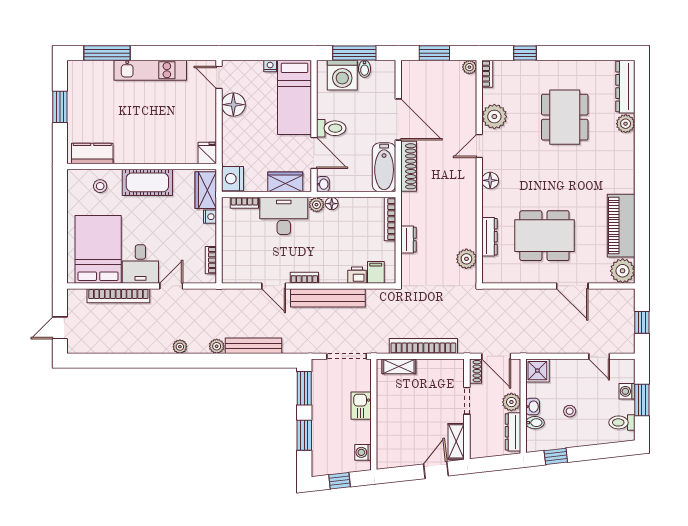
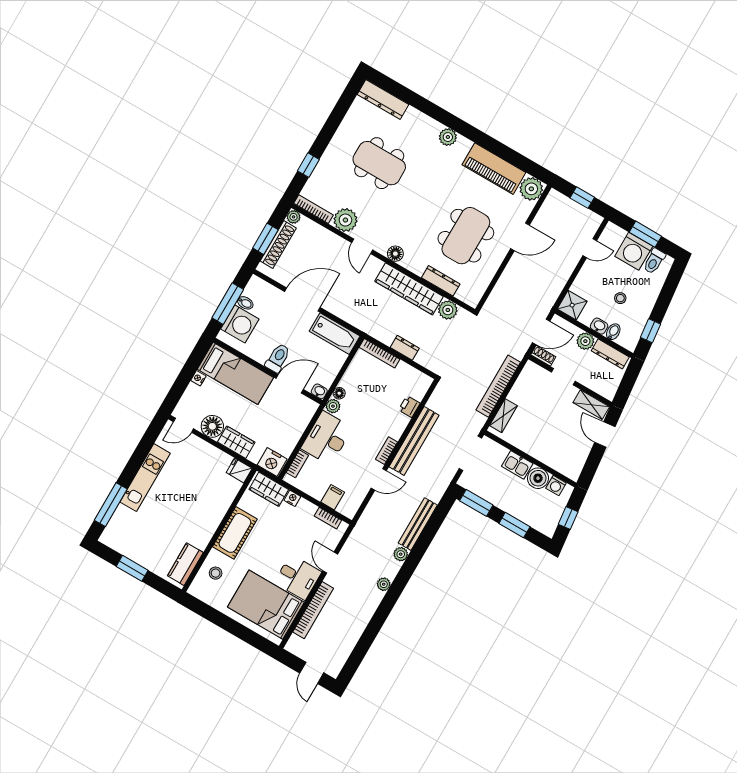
bookcase: (487, 74) -> (313, 209), width x1.56
plant: (626, 124) -> (448, 137), moved
shoe rack: (409, 166) -> (278, 244), moved, turned 90
wardrobe: (285, 182) -> (236, 442), moved, turned 90
wardrobe: (465, 212) -> (409, 289), added
filing cabinet: (376, 272) -> (333, 497), moved, turned 90
washing machine: (627, 391) -> (634, 251), width x1.89, depth x1.89
boiler: (360, 432) -> (538, 478), added

